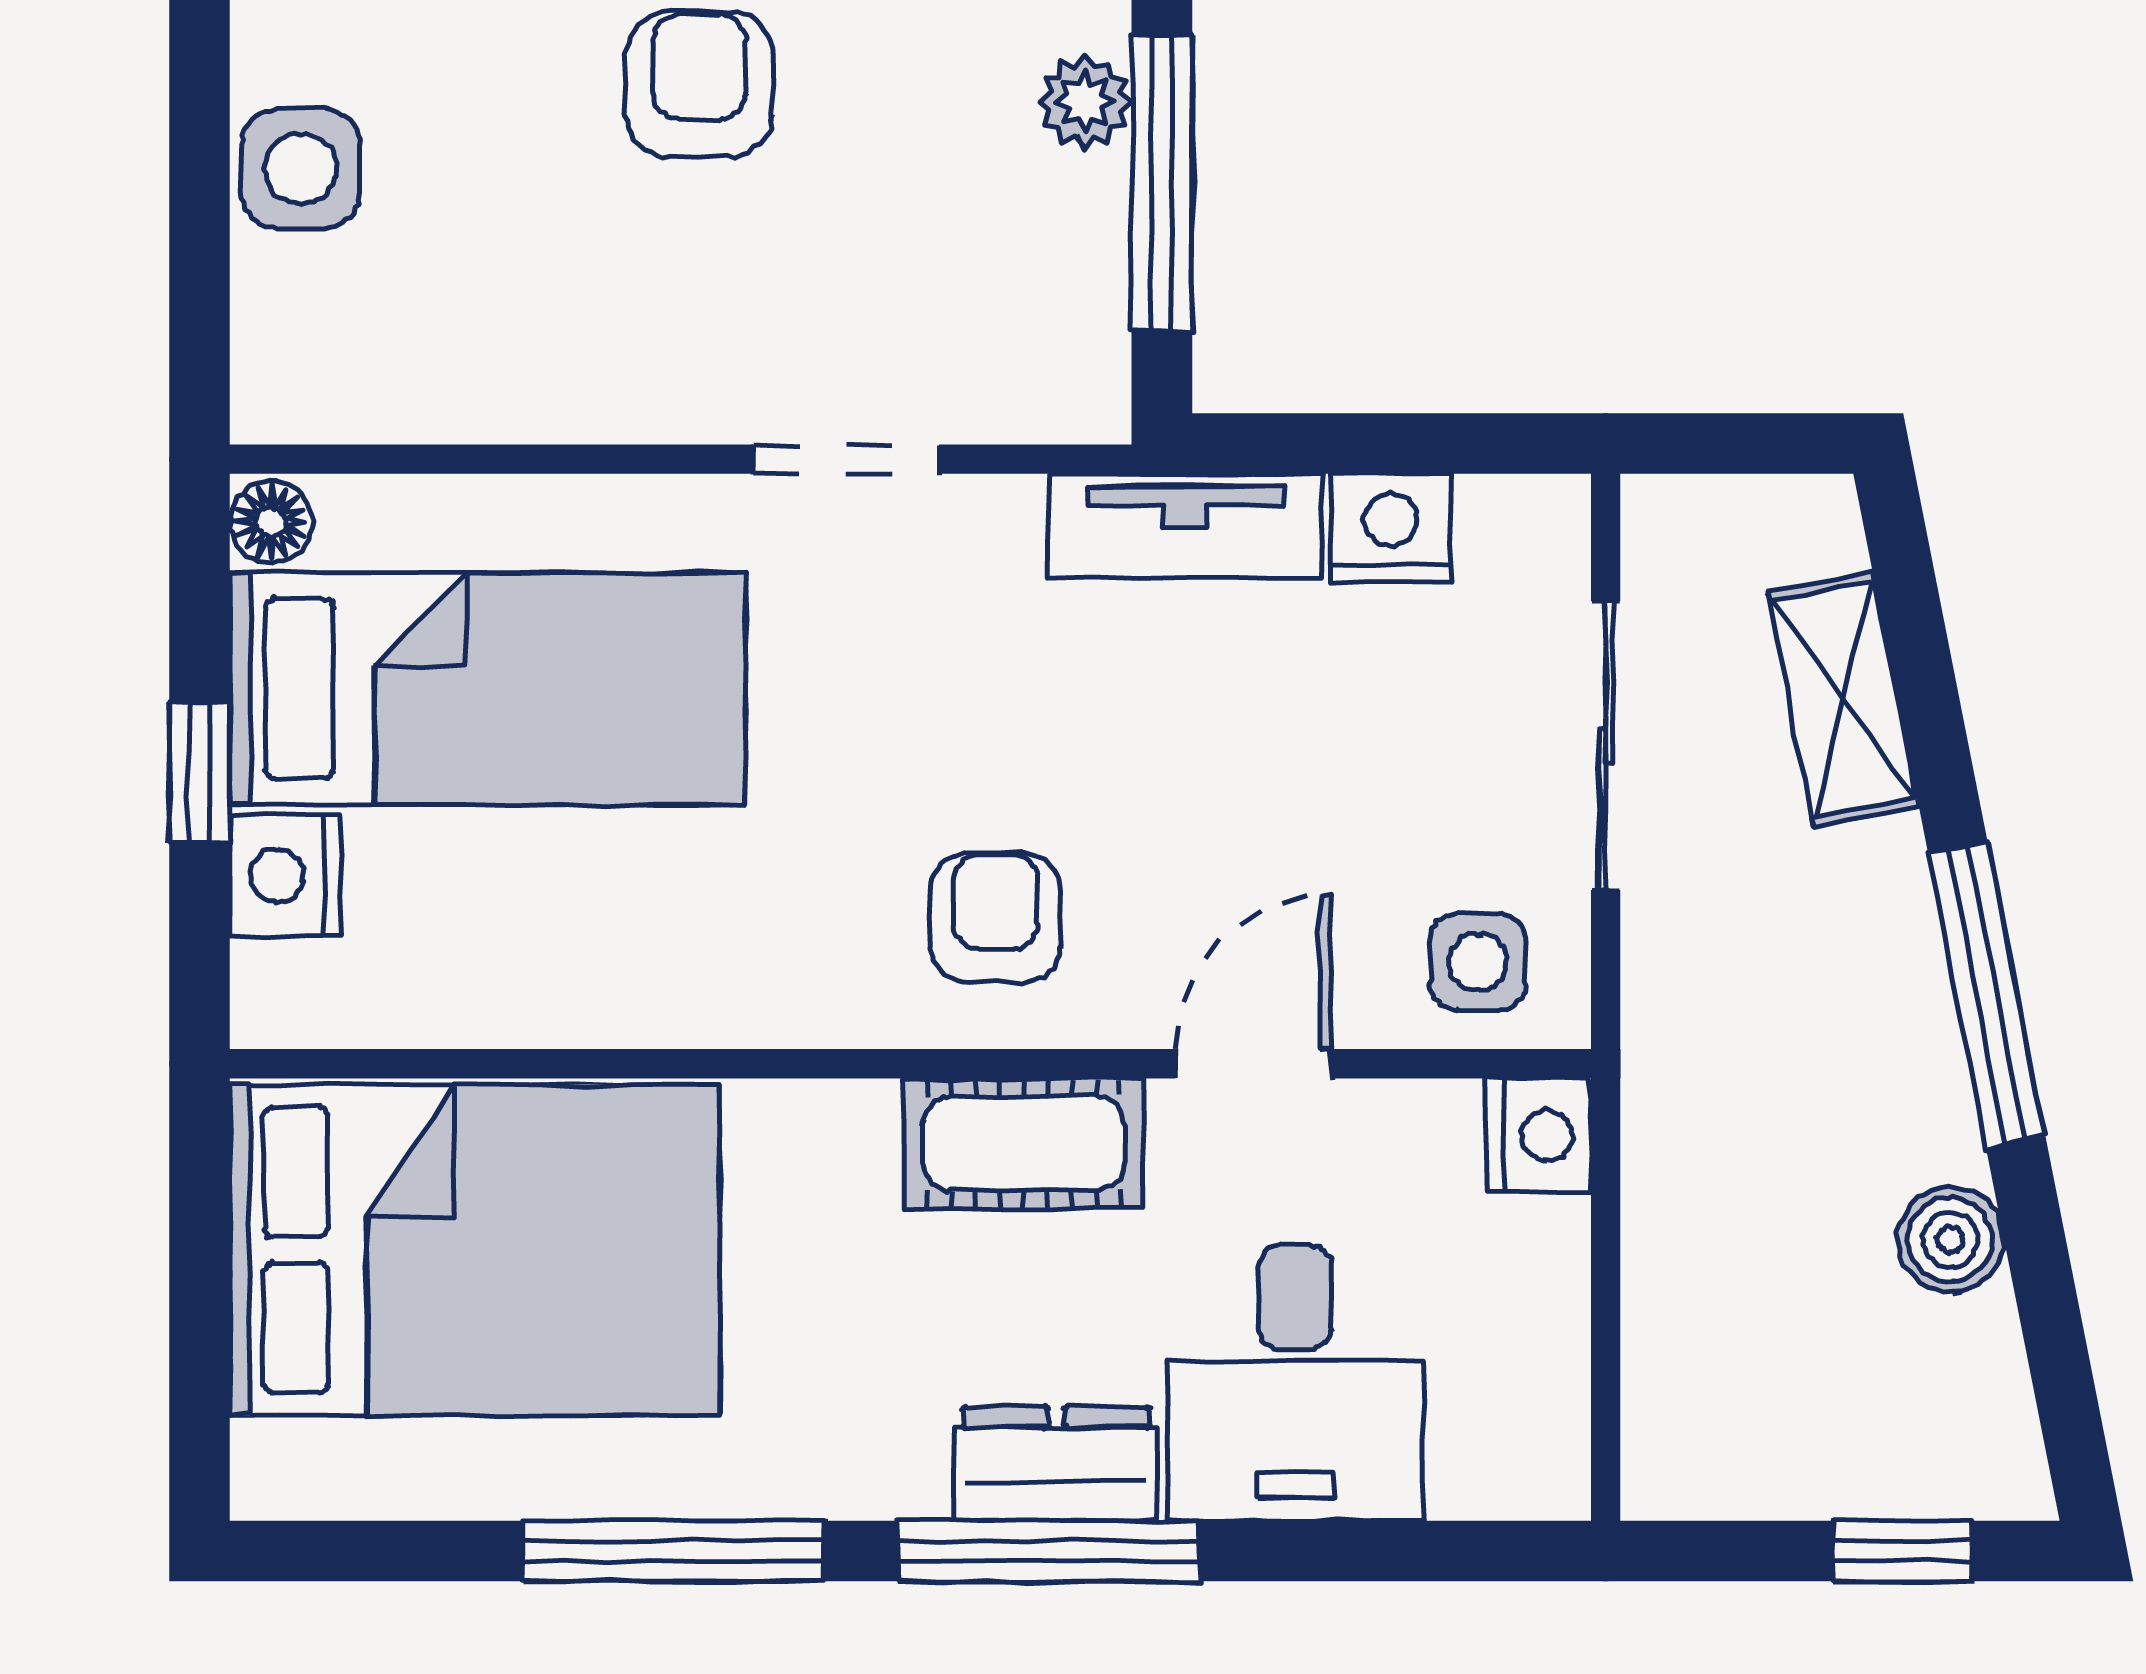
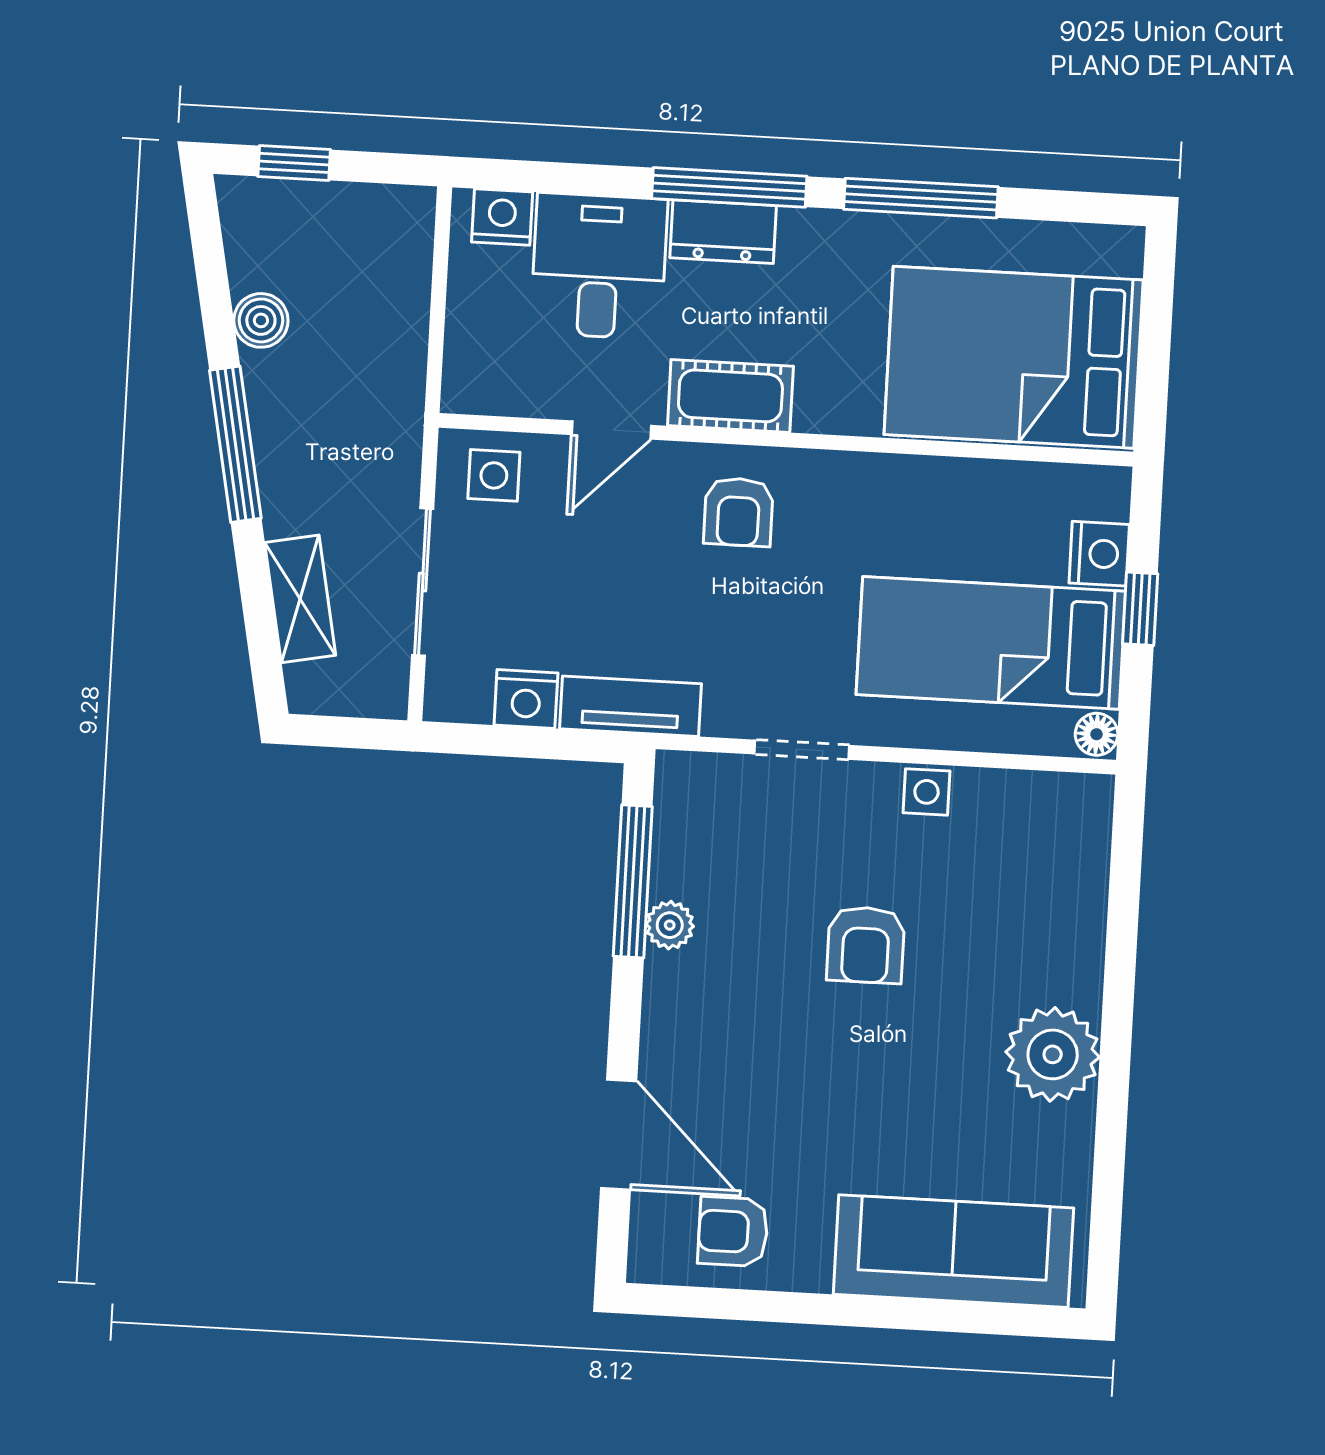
side table: (301, 169) -> (927, 792), moved, width x0.73, depth x0.73
nightstand: (1539, 1135) -> (502, 217), moved, turned 90

